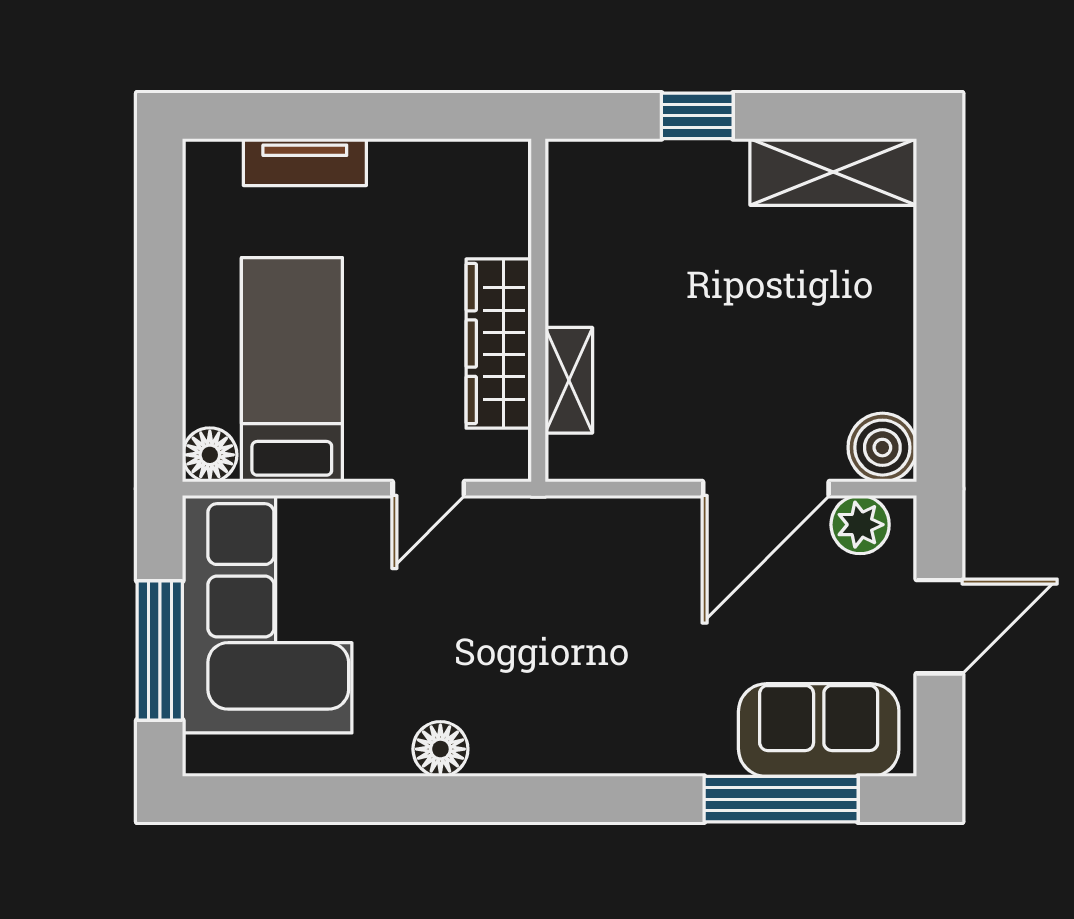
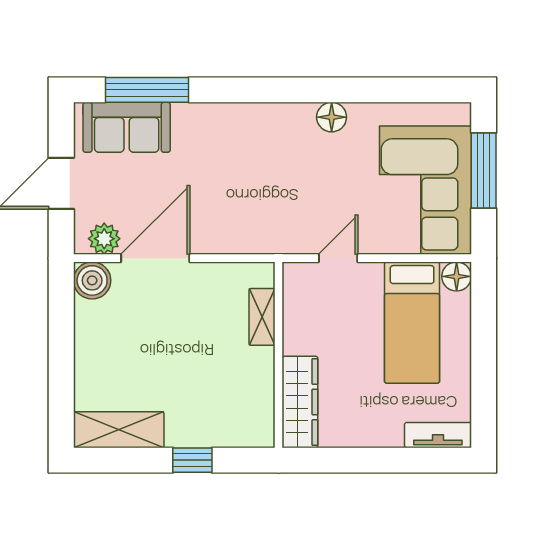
tv unit: (305, 162) -> (438, 435), moved
wardrobe: (499, 344) -> (300, 402), moved

